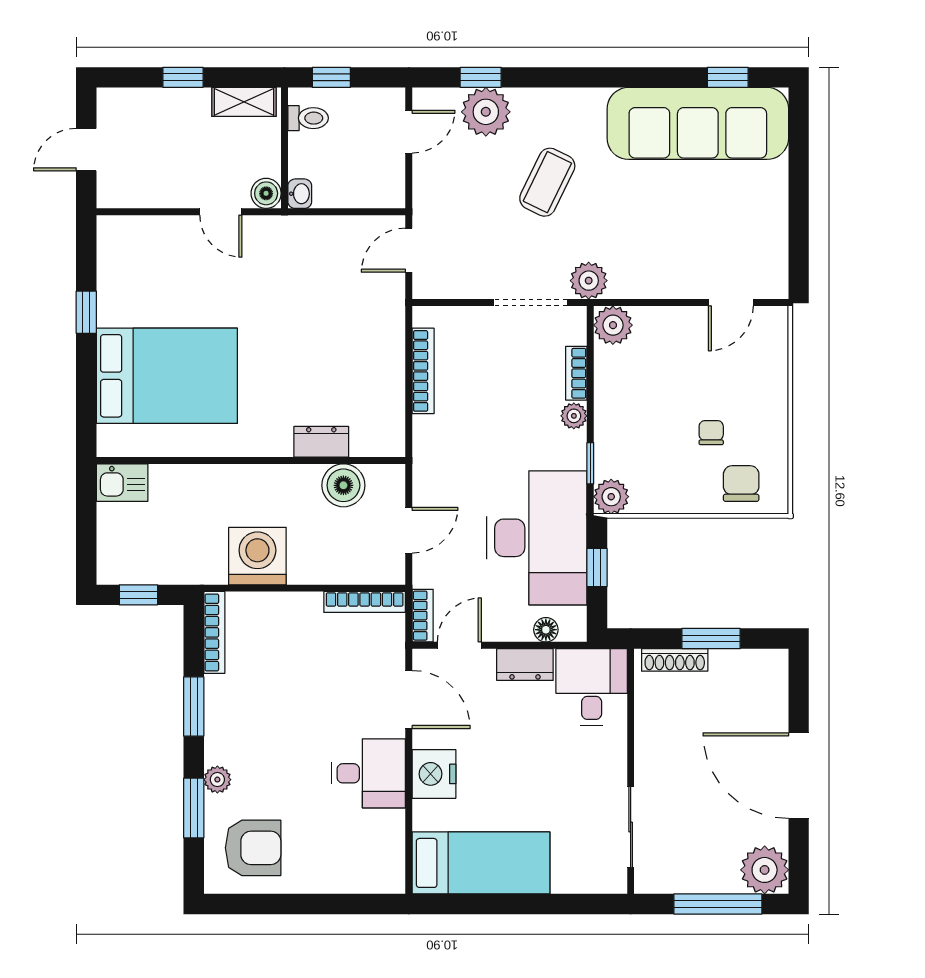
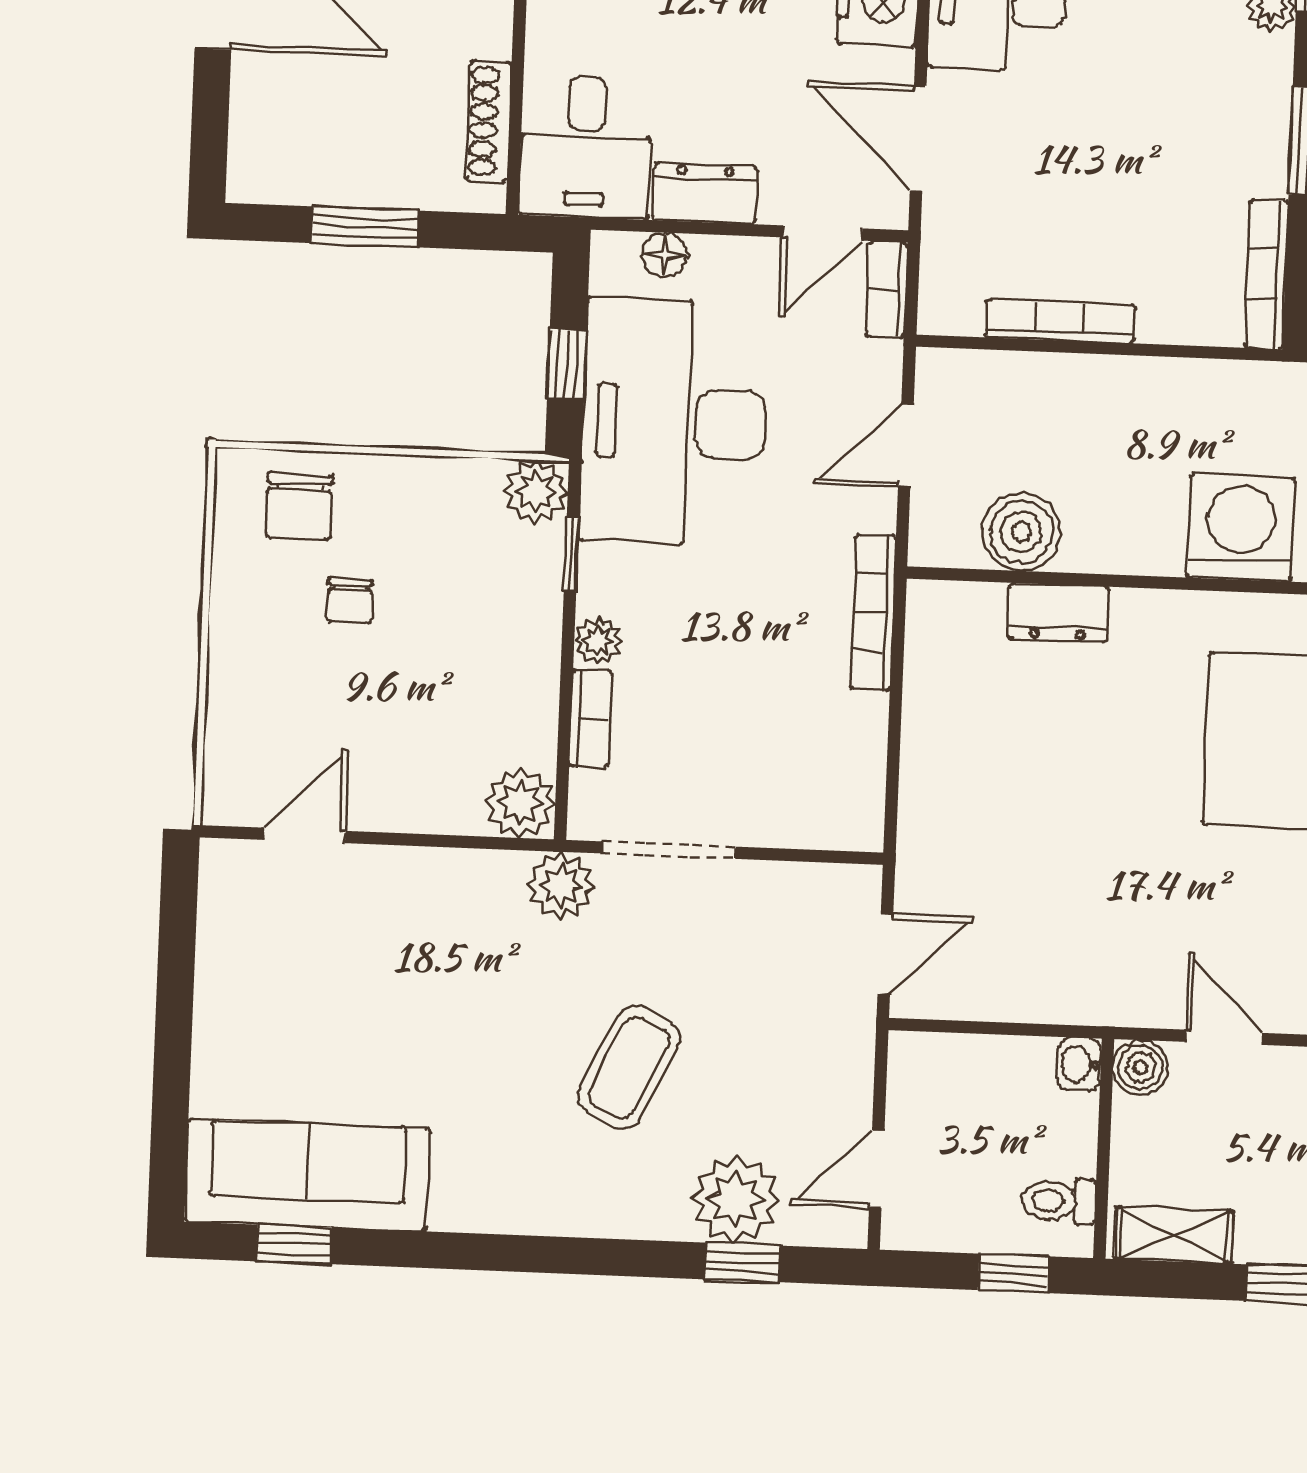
sofa: (698, 123) -> (307, 1175), width x0.74, depth x0.79
bookcase: (423, 371) -> (873, 612), moved
washing machine: (257, 556) -> (1241, 528), moved, turned 180
bookcase: (365, 602) -> (1060, 321), moved
shoe rack: (675, 660) -> (489, 121), moved, turned -90

